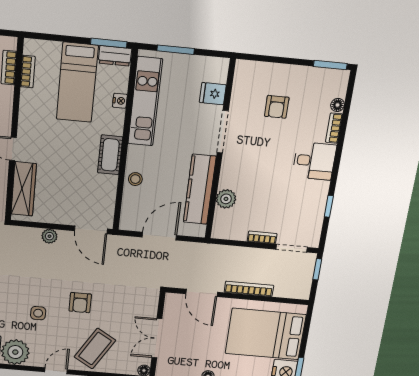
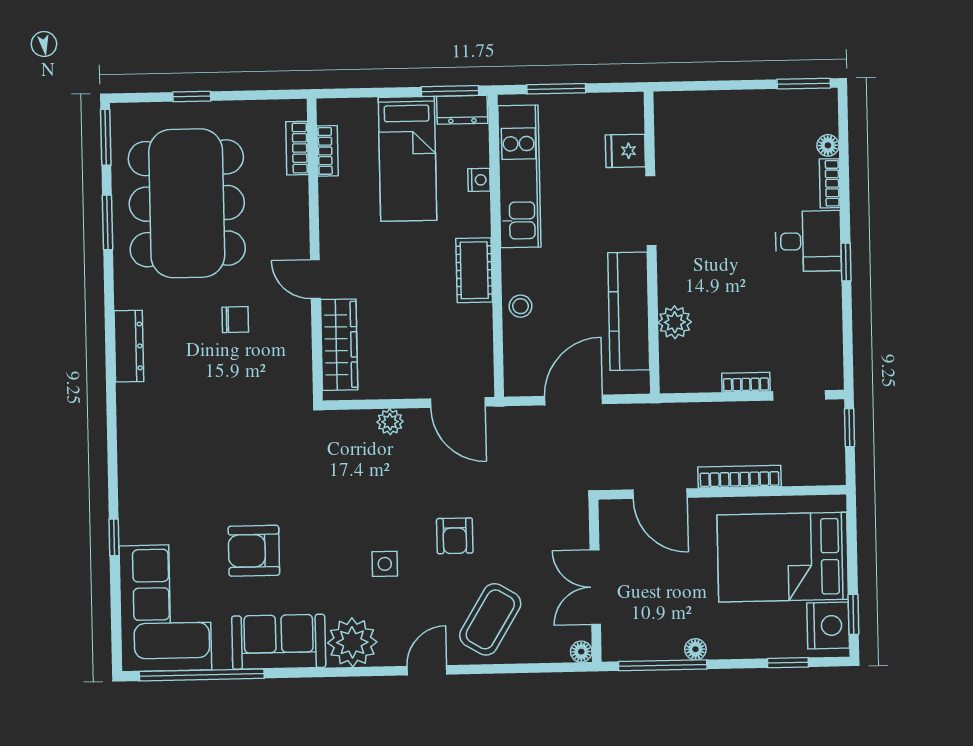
armchair: (277, 107) -> (731, 160), removed
window: (329, 206) -> (846, 262), moved

